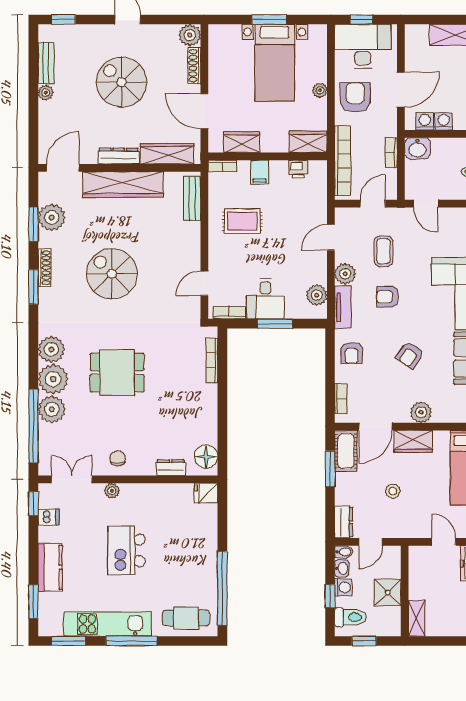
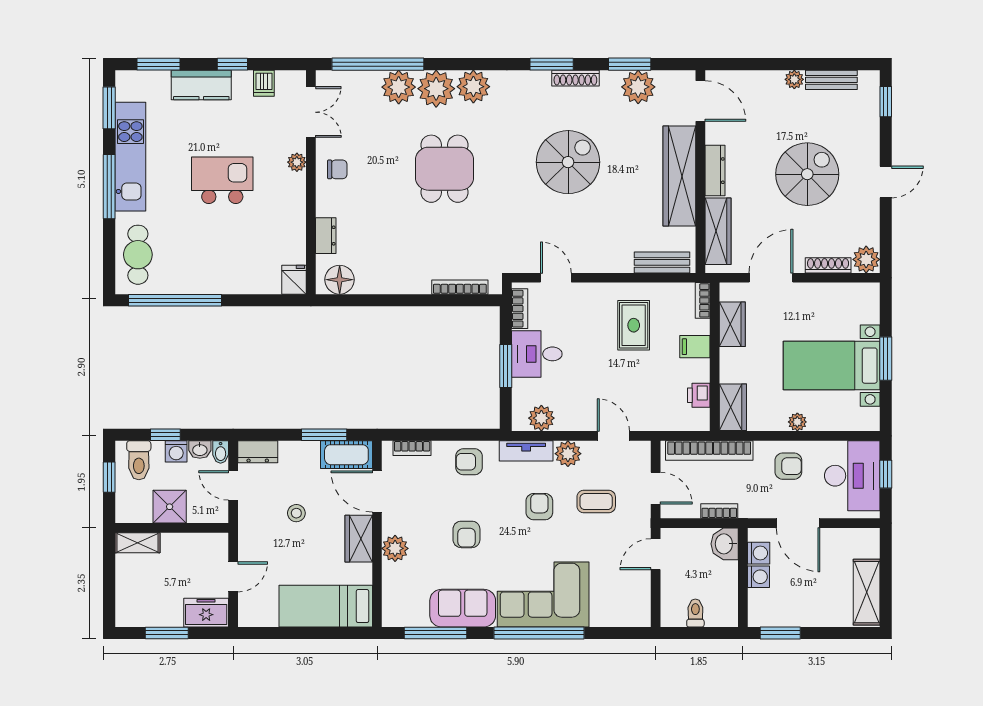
armchair: (355, 97) -> (788, 466), width x0.72, depth x0.72
armchair: (410, 355) -> (466, 534), turned -125
window: (33, 504) -> (232, 64), moved

